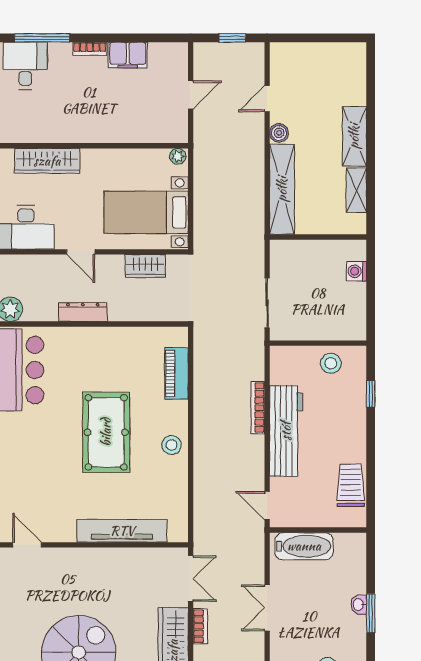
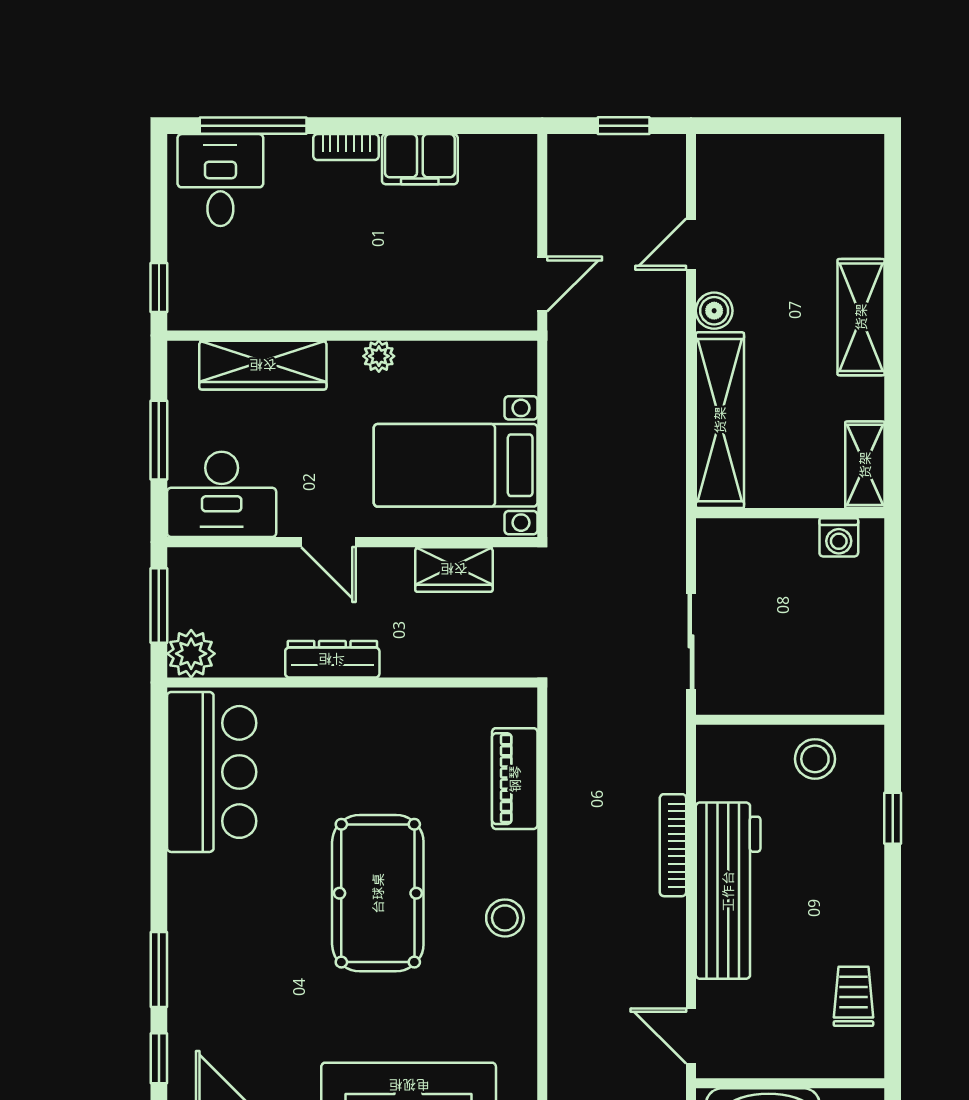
door: (191, 95) -> (542, 284), moved
plant: (178, 156) -> (379, 356), moved
shelving: (356, 190) -> (865, 465), moved
washing machine: (357, 271) -> (839, 537), moved, turned -90
trolley: (351, 485) -> (853, 996), width x0.73, depth x0.72

